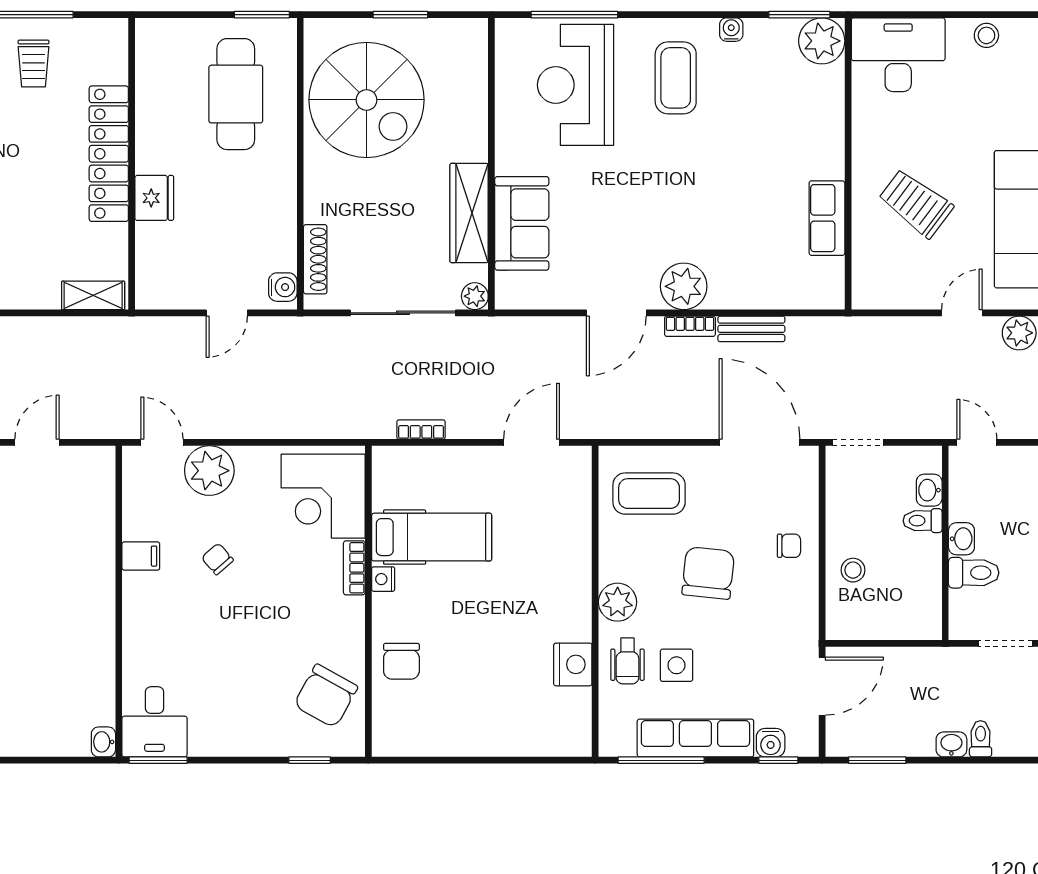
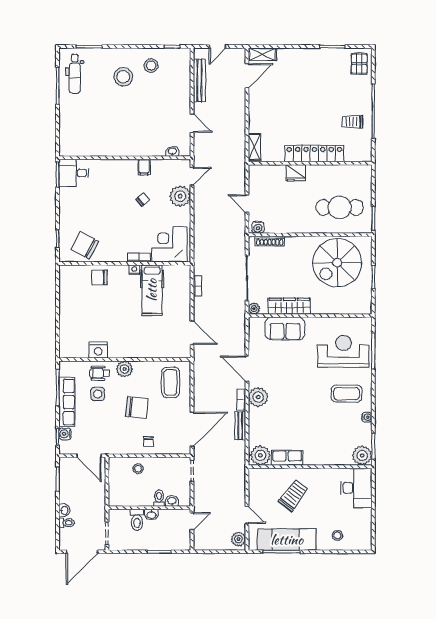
stool: (986, 35) -> (337, 535), moved
plant: (821, 281) -> (260, 455), added
washbasin: (103, 742) -> (172, 151), moved

